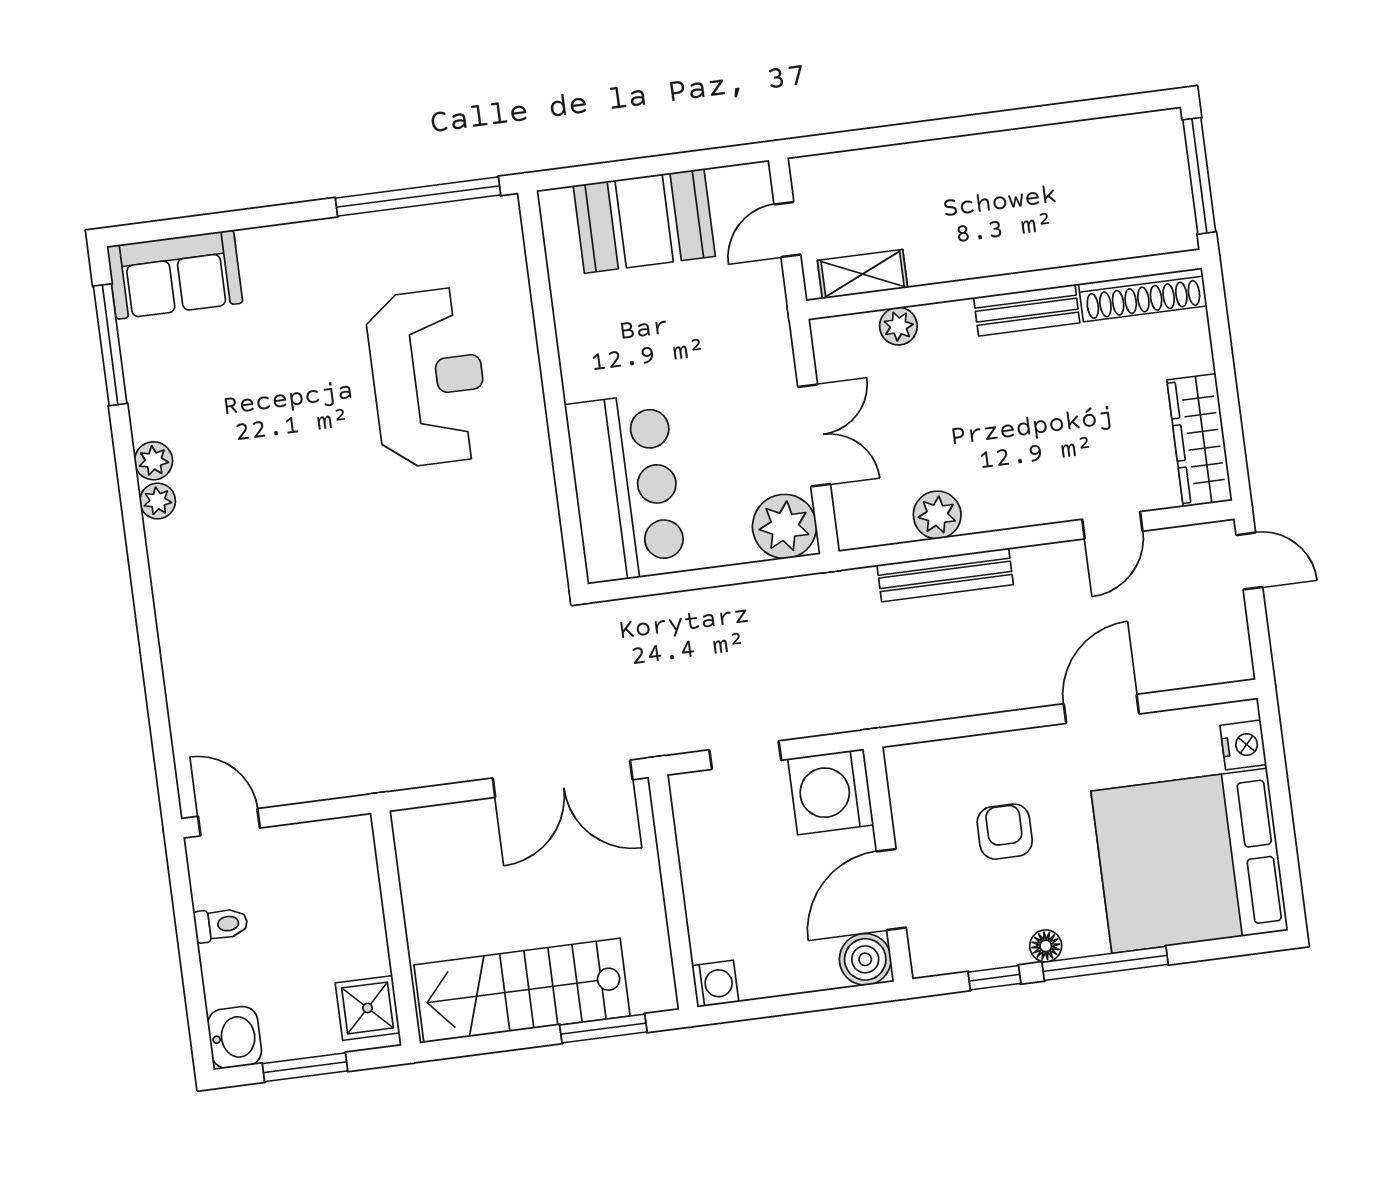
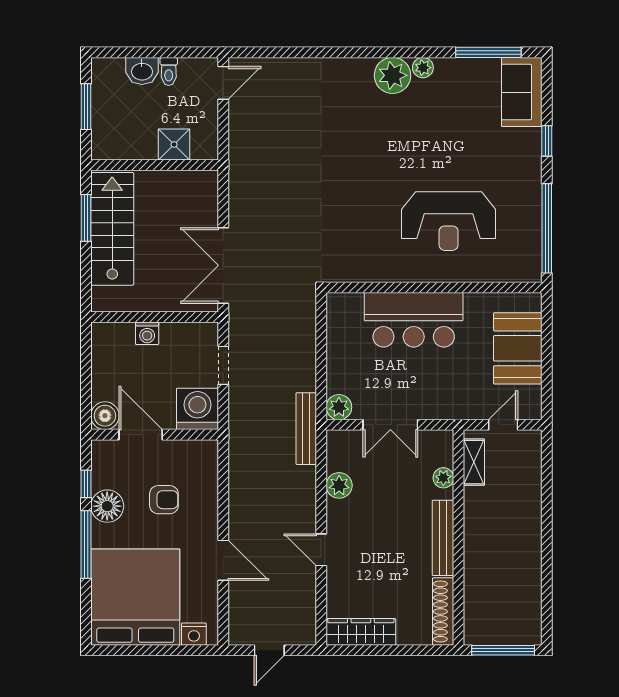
window: (258, 217) -> (547, 141), added
door: (787, 229) -> (503, 425), hinge flipped
bench: (1027, 310) -> (443, 538), width x1.36
bar counter: (626, 488) -> (414, 320), moved
plant: (158, 501) -> (393, 75), width x1.88, depth x1.88
door: (1112, 525) -> (321, 550), moved
plant: (785, 526) -> (339, 407), width x0.73, depth x0.73
door: (1249, 561) -> (269, 650), moved
bench: (945, 575) -> (306, 429), moved
floor lamp: (1046, 946) -> (107, 506), width x1.89, depth x1.89
washing machine: (715, 984) -> (147, 333), moved
shower: (368, 1008) -> (174, 144), moved
window: (603, 1029) -> (86, 218), moved
washbasin: (235, 1037) -> (142, 71), moved

